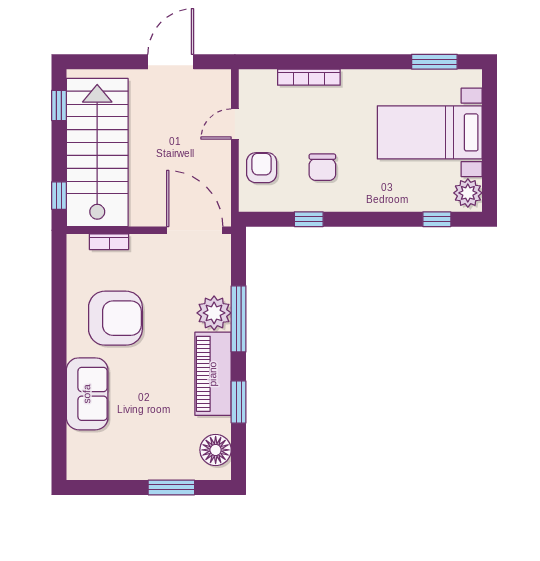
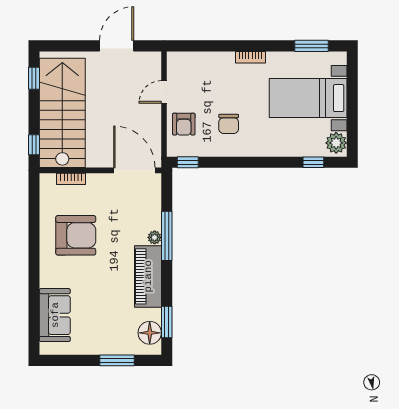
bookcase: (309, 77) -> (250, 57), moved, width x0.64
armchair: (262, 168) -> (184, 124), turned 180
window: (309, 219) -> (188, 162), moved
plant: (214, 313) -> (155, 237), width x0.53, depth x0.53
sofa: (87, 394) -> (55, 315), moved
window: (239, 402) -> (167, 322), moved

